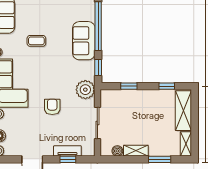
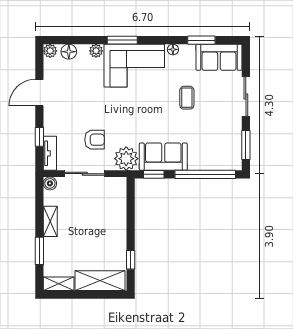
sofa: (84, 41) -> (163, 157), moved
window: (129, 86) -> (131, 213), removed
armchair: (52, 107) -> (95, 140), moved
tv unit: (67, 151) -> (50, 153), moved
boiler: (117, 151) -> (50, 183), moved

